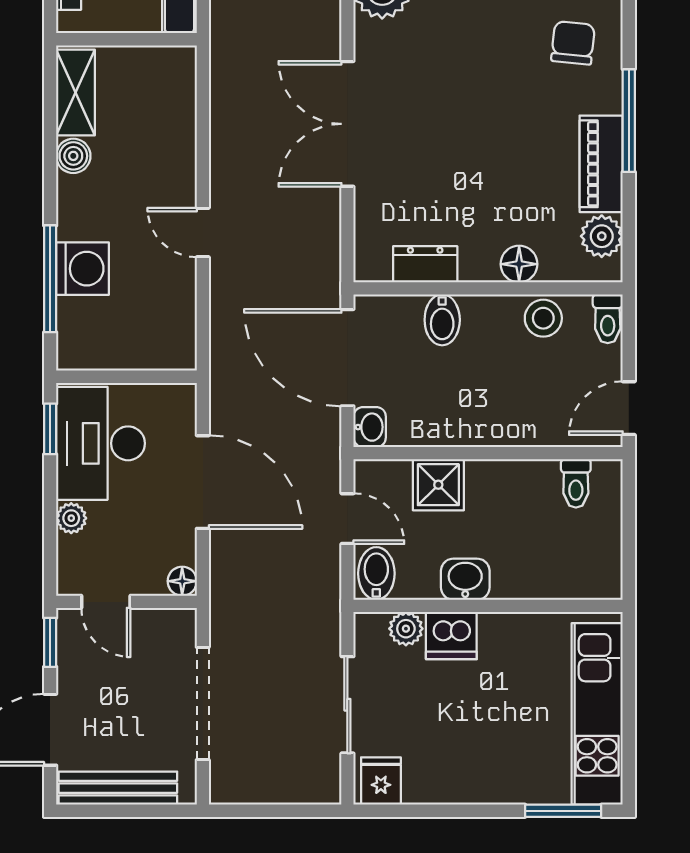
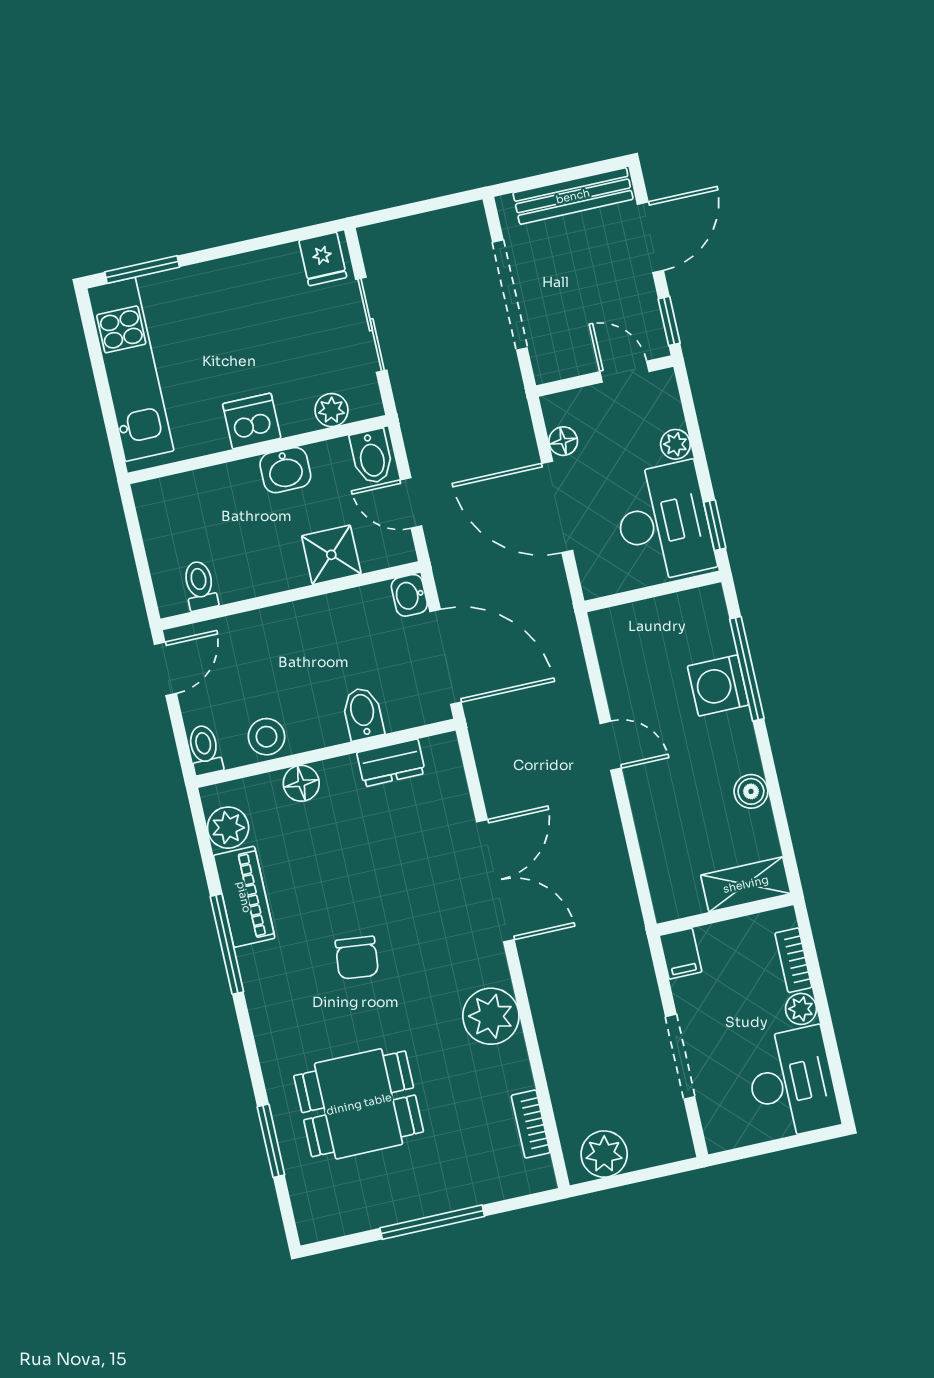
chair: (573, 43) -> (357, 958), moved
shelving: (75, 93) -> (746, 884), moved, turned 90
floor lamp: (182, 581) -> (563, 441), moved
dishwasher: (451, 636) -> (252, 421), moved

